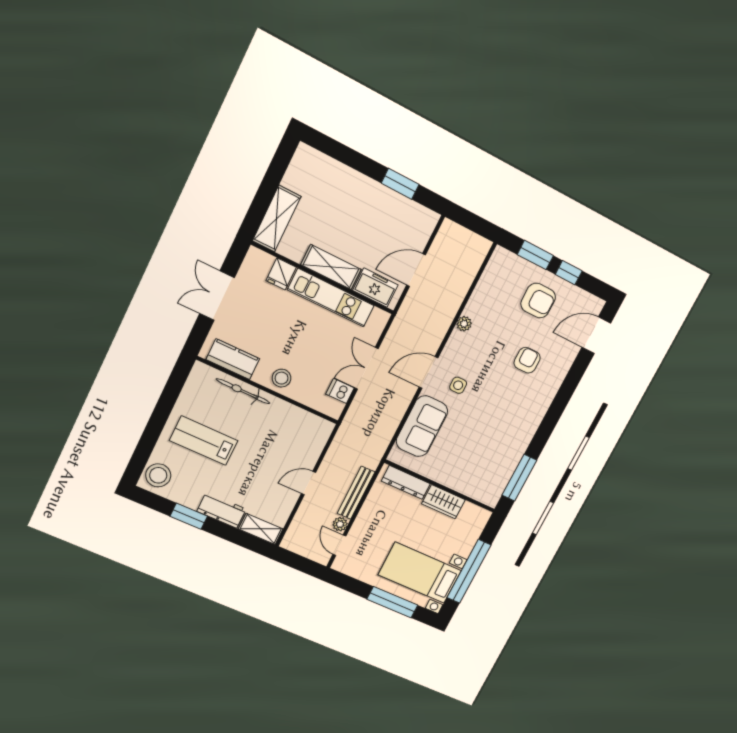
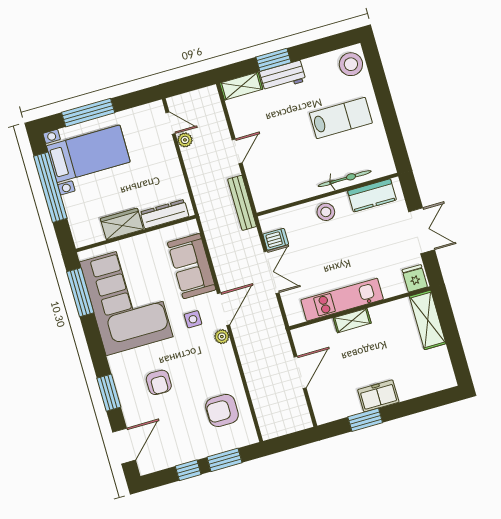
shelving: (331, 267) -> (352, 321), width x0.67, depth x0.75
fridge: (281, 274) -> (415, 278), moved
freezer: (375, 288) -> (378, 396), moved, turned 180
armchair: (538, 301) -> (222, 410), moved
plant: (464, 324) -> (222, 337), moved
window: (569, 386) -> (109, 393), added
corner sofa: (492, 444) -> (126, 299), added
bench: (356, 493) -> (242, 203), moved
window: (189, 516) -> (273, 60), moved

